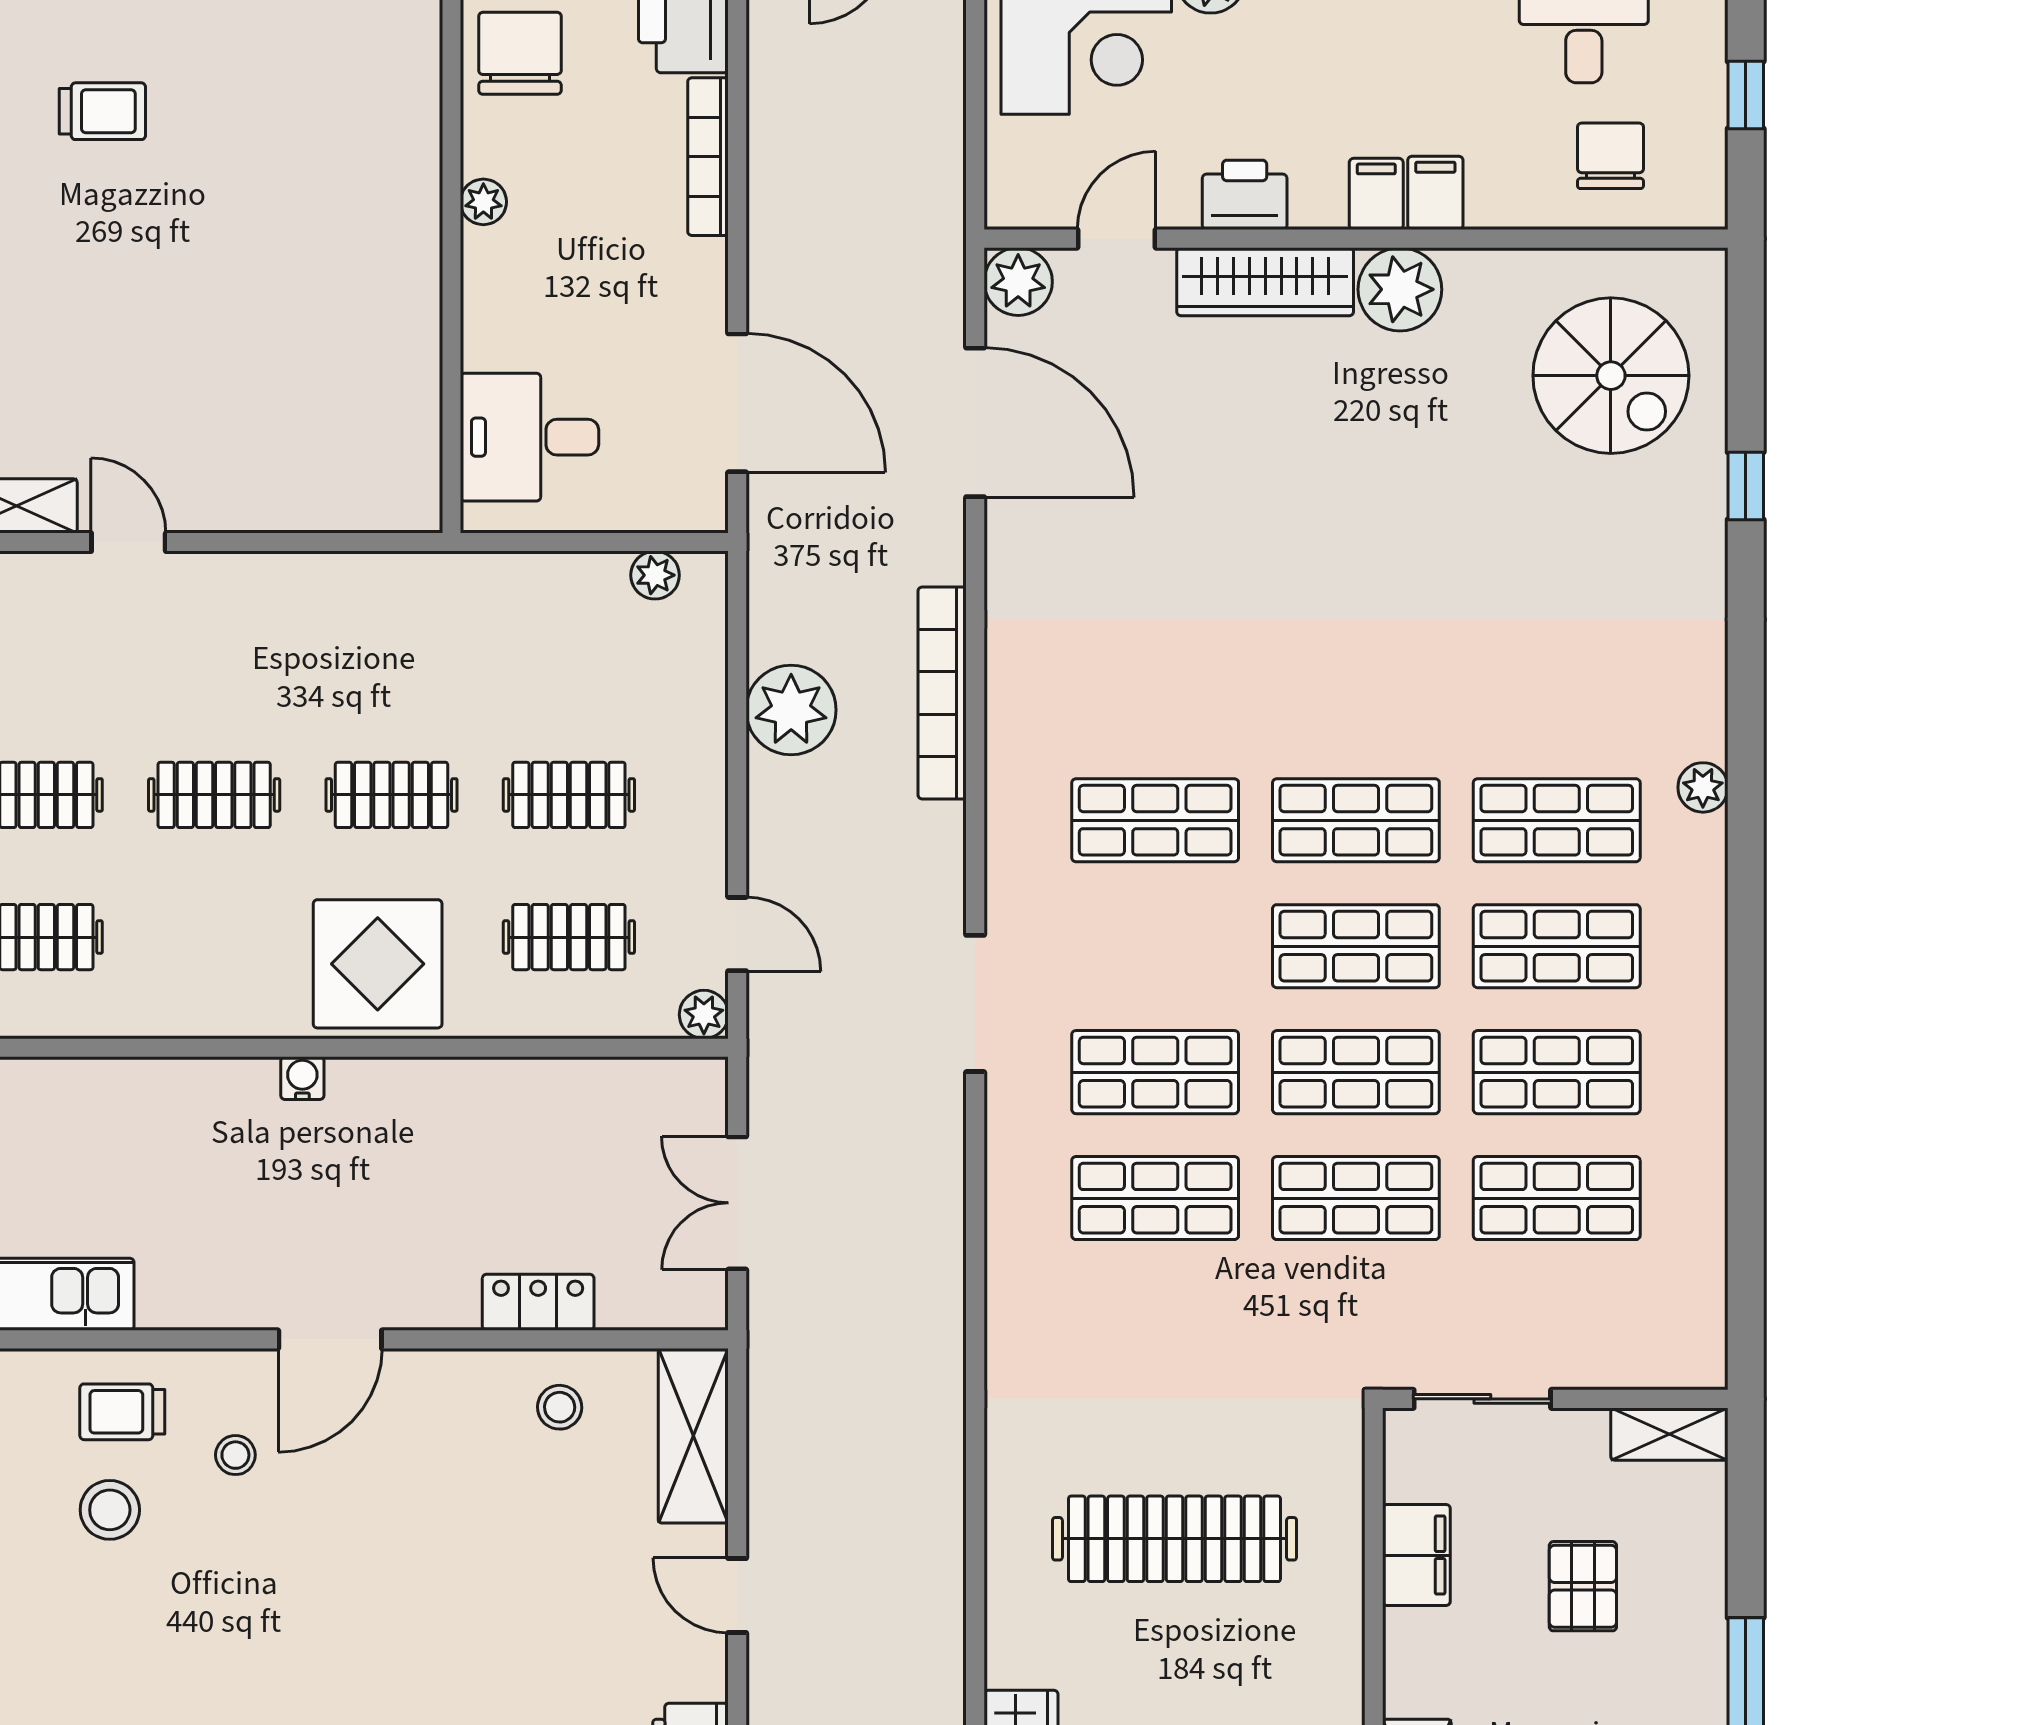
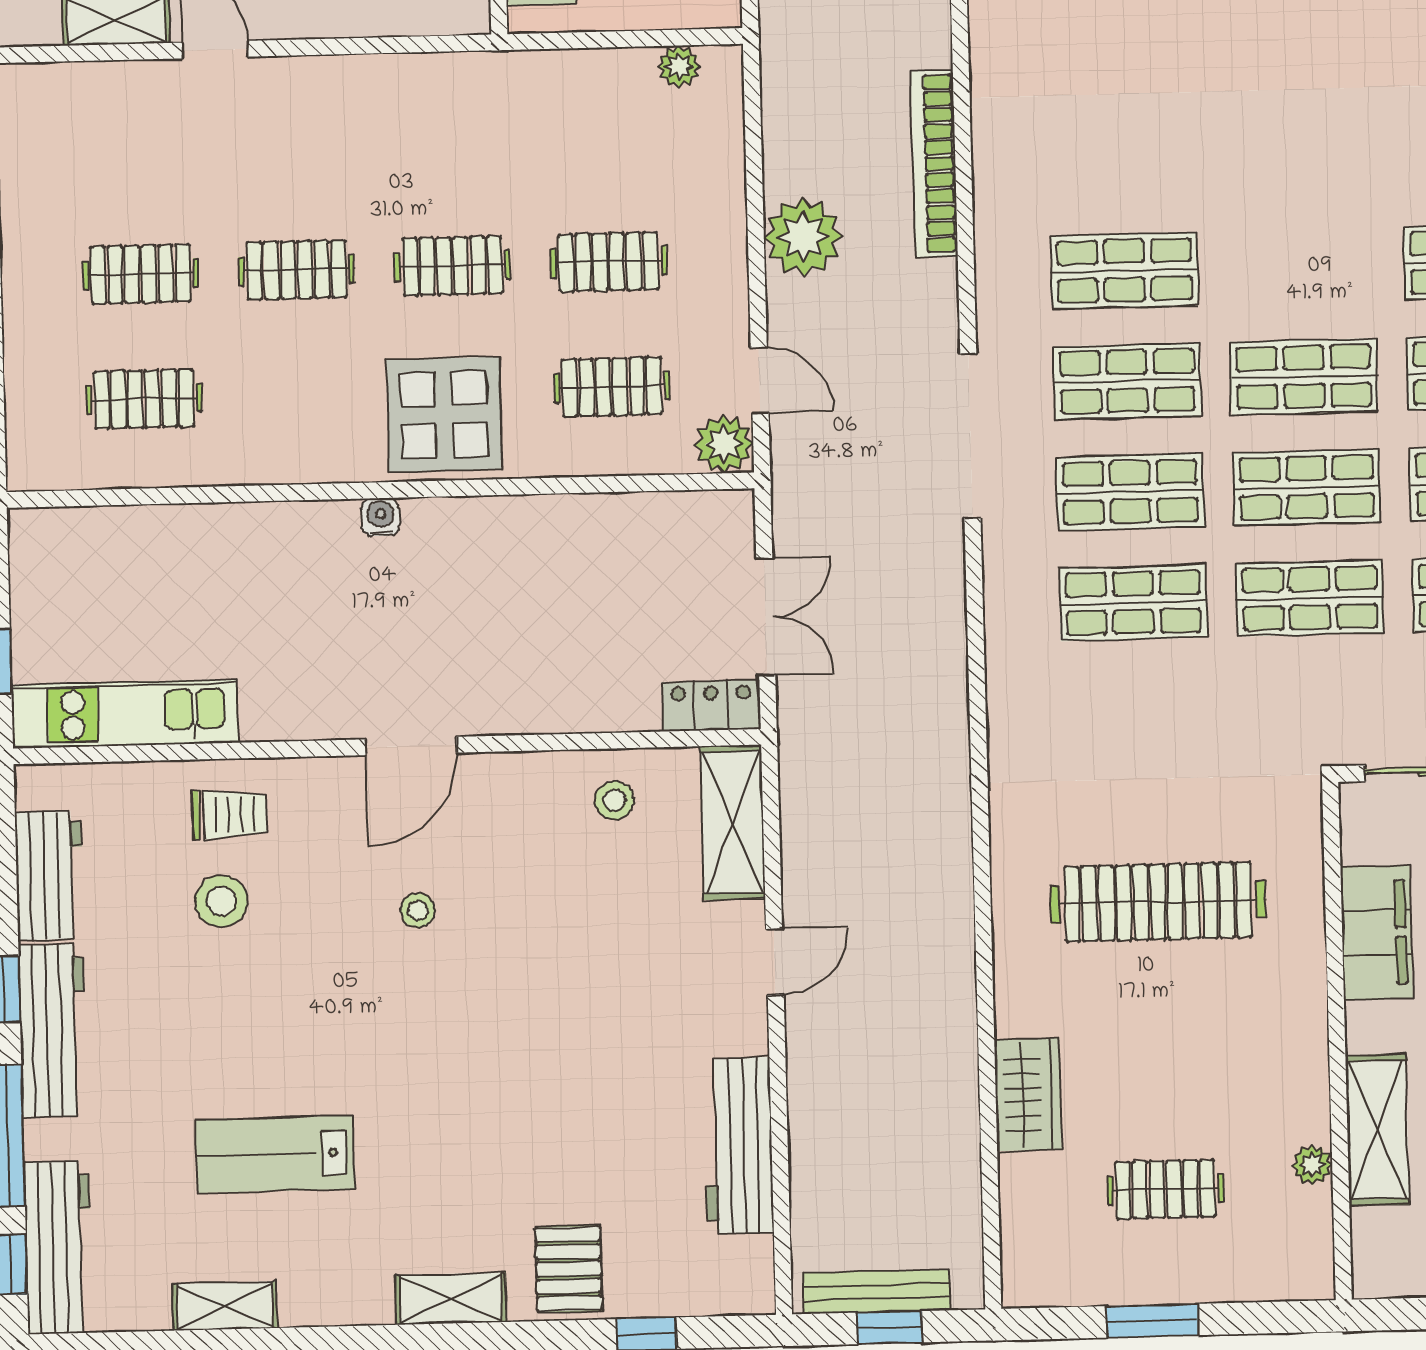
plant: (791, 710) -> (803, 237), moved
shop shelf: (1356, 820) -> (1127, 381), moved
doorway: (975, 1003) -> (970, 436), width x1.36
plant: (704, 1015) -> (724, 444), width x1.38, depth x1.38
double door: (737, 1203) -> (766, 617), swing flipped
locker: (538, 1302) -> (711, 705), moved
trolley: (122, 1412) -> (230, 814), turned 180
stool: (235, 1455) -> (418, 910), moved
filing cabinet: (1416, 1555) -> (1377, 933), width x1.50, depth x1.17
door: (737, 1596) -> (775, 962), swing flipped

